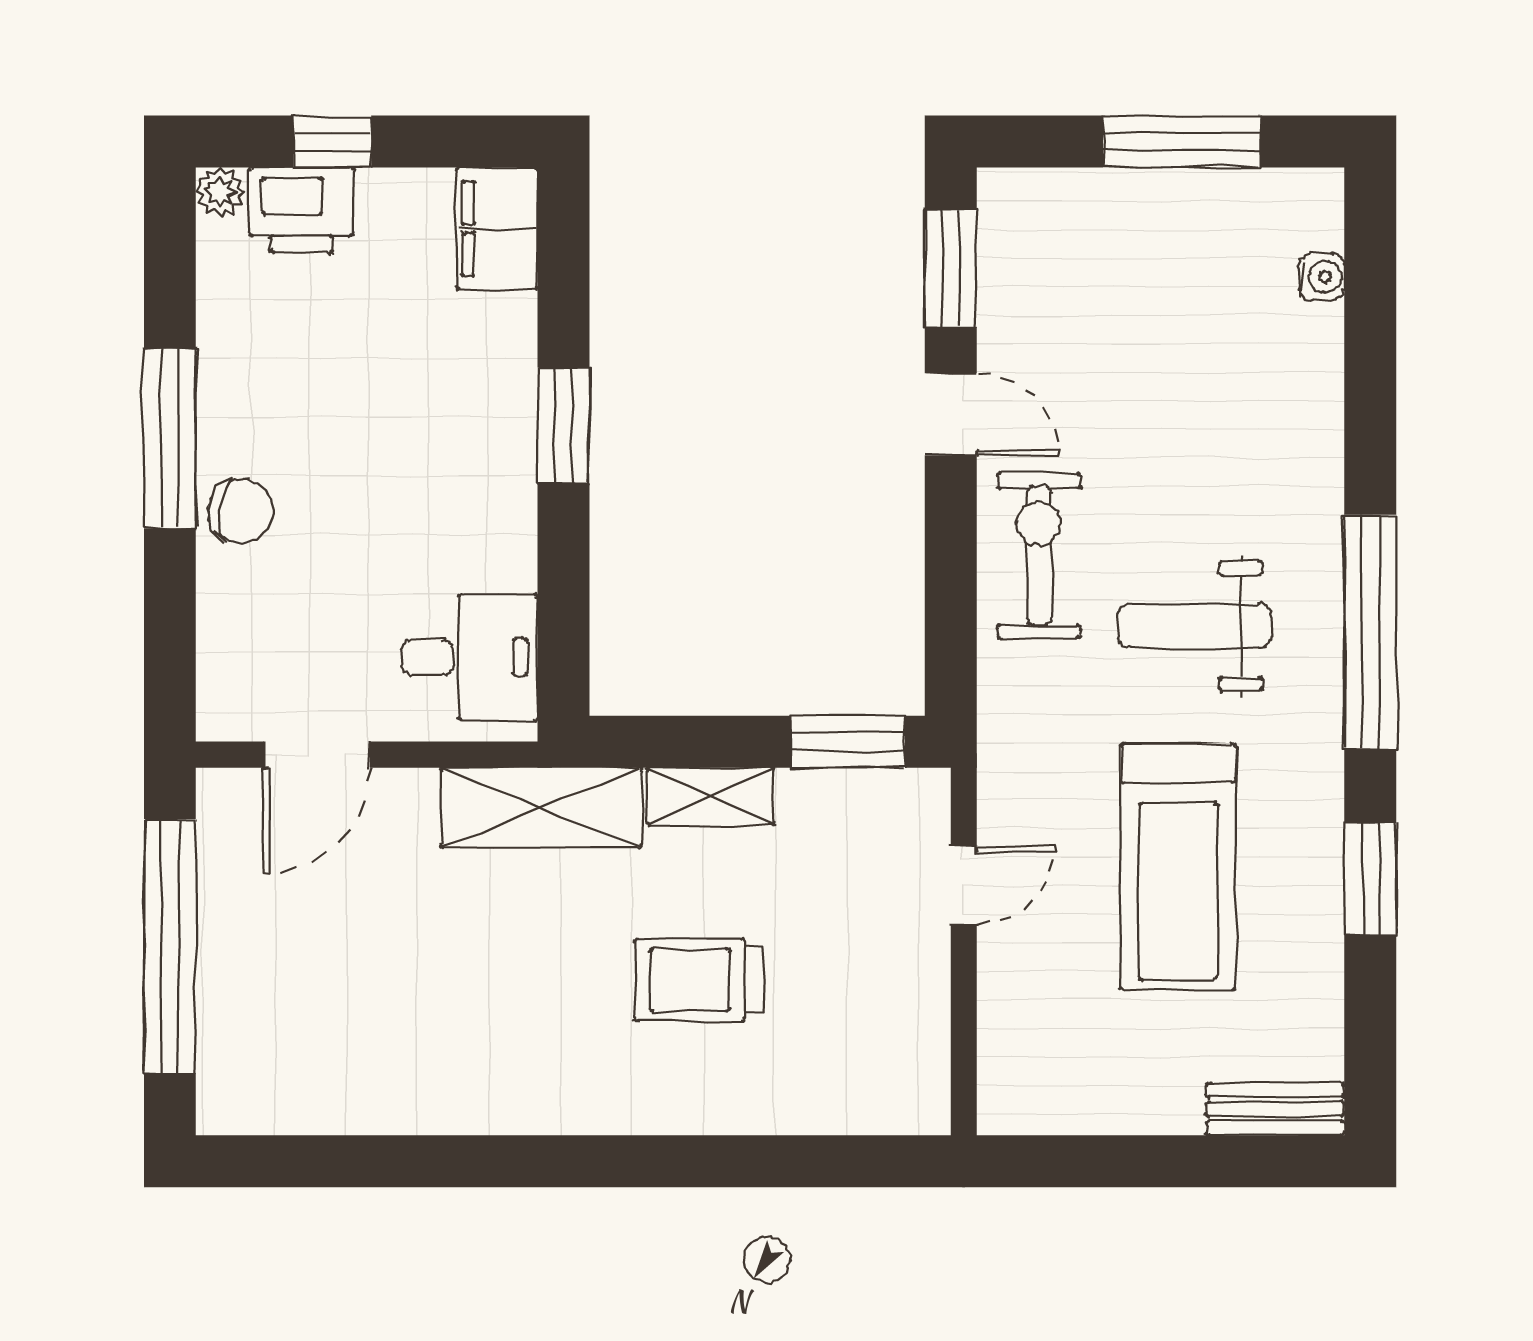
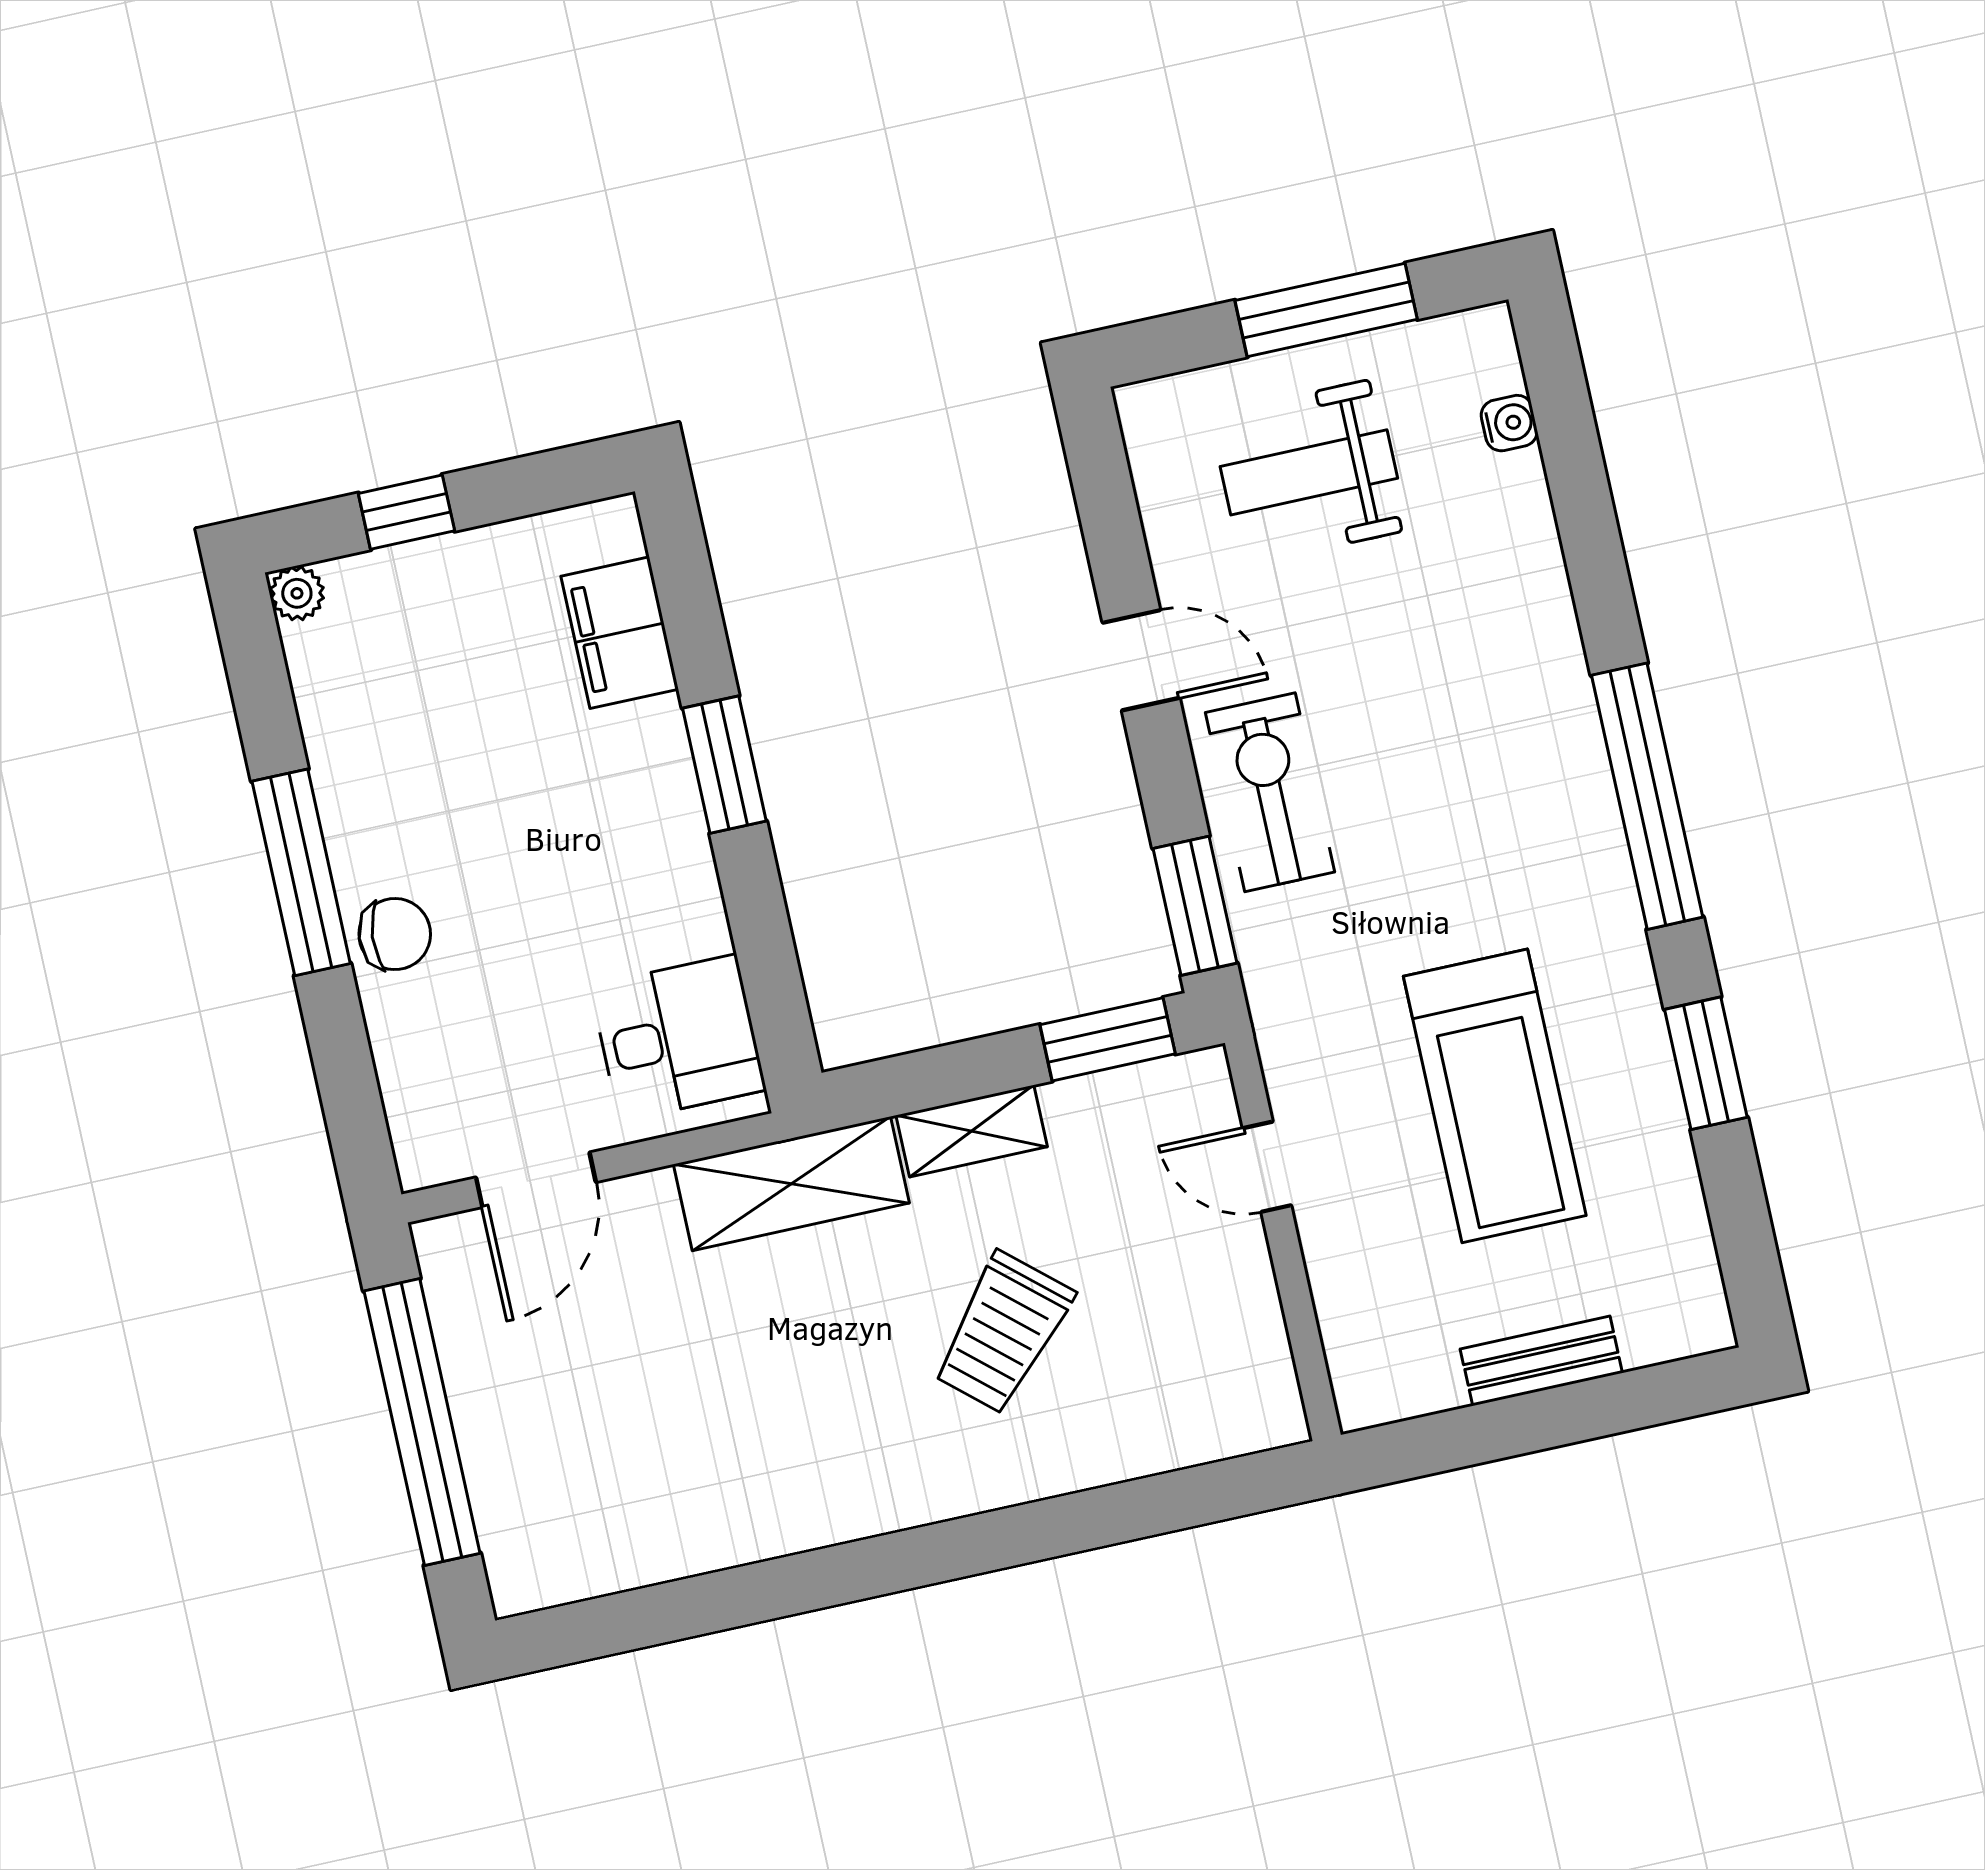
printer: (301, 210) -> (389, 594), removed
filing cabinet: (497, 229) -> (620, 633), moved
window: (951, 268) -> (1195, 906), moved
weight bench: (1195, 626) -> (1309, 472), moved
door: (964, 885) -> (1267, 1167), swing flipped
trolley: (699, 980) -> (1003, 1333), turned -49
bench: (1275, 1109) -> (1541, 1361), moved

